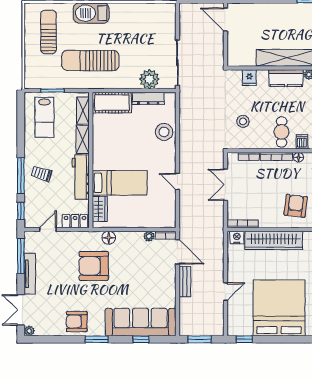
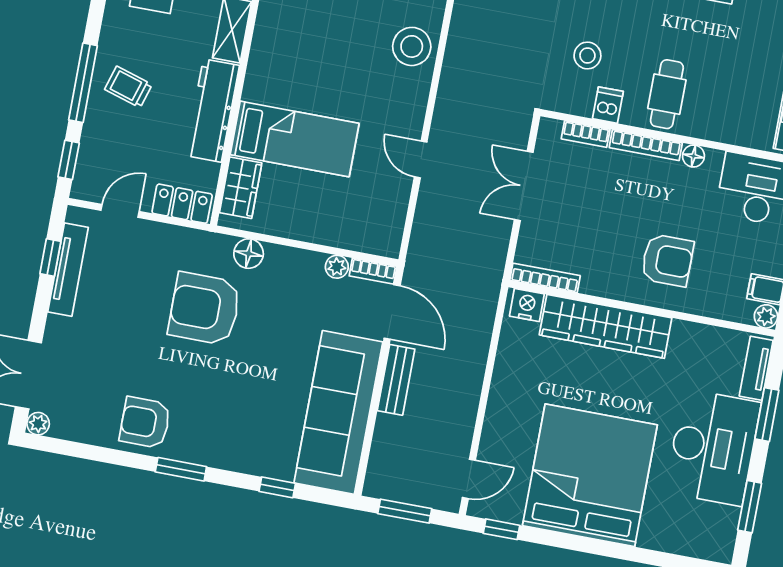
dishwasher: (302, 142) -> (608, 105), moved
armchair: (296, 206) -> (667, 260), turned 83
window: (21, 256) -> (50, 257), width x0.46
tv unit: (30, 274) -> (68, 270), moved
door: (225, 292) -> (469, 479), moved
sofa: (140, 322) -> (338, 412), moved, turned -90

